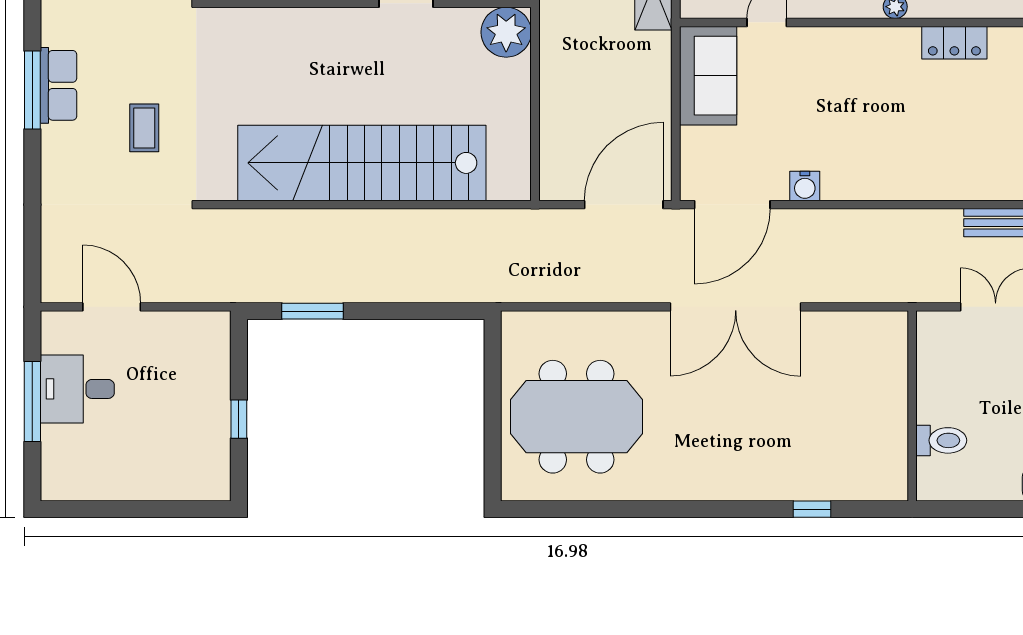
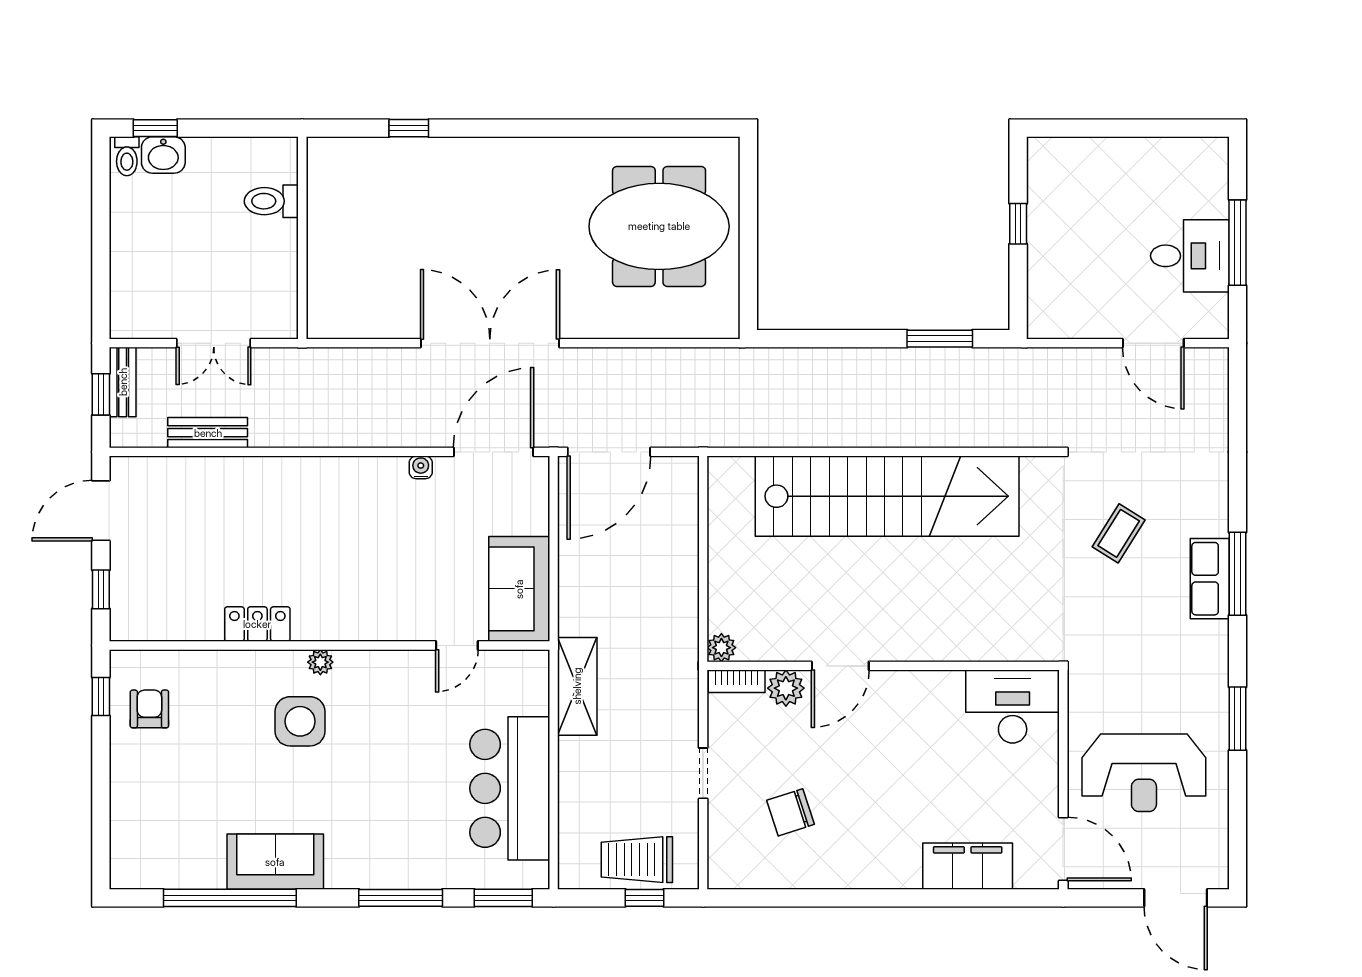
plant: (506, 32) -> (721, 648), width x0.53, depth x0.53
coffee table: (144, 128) -> (1119, 533), turned 32
water cooler: (805, 186) -> (421, 467), width x0.72, depth x0.72

